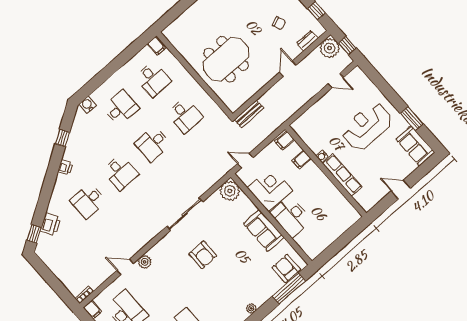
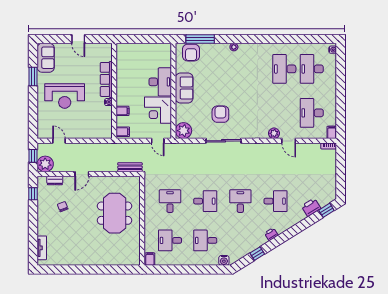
meeting table: (226, 59) -> (115, 213), turned 90
desk: (153, 79) -> (170, 240), turned -90
armchair: (203, 255) -> (220, 114), moved

